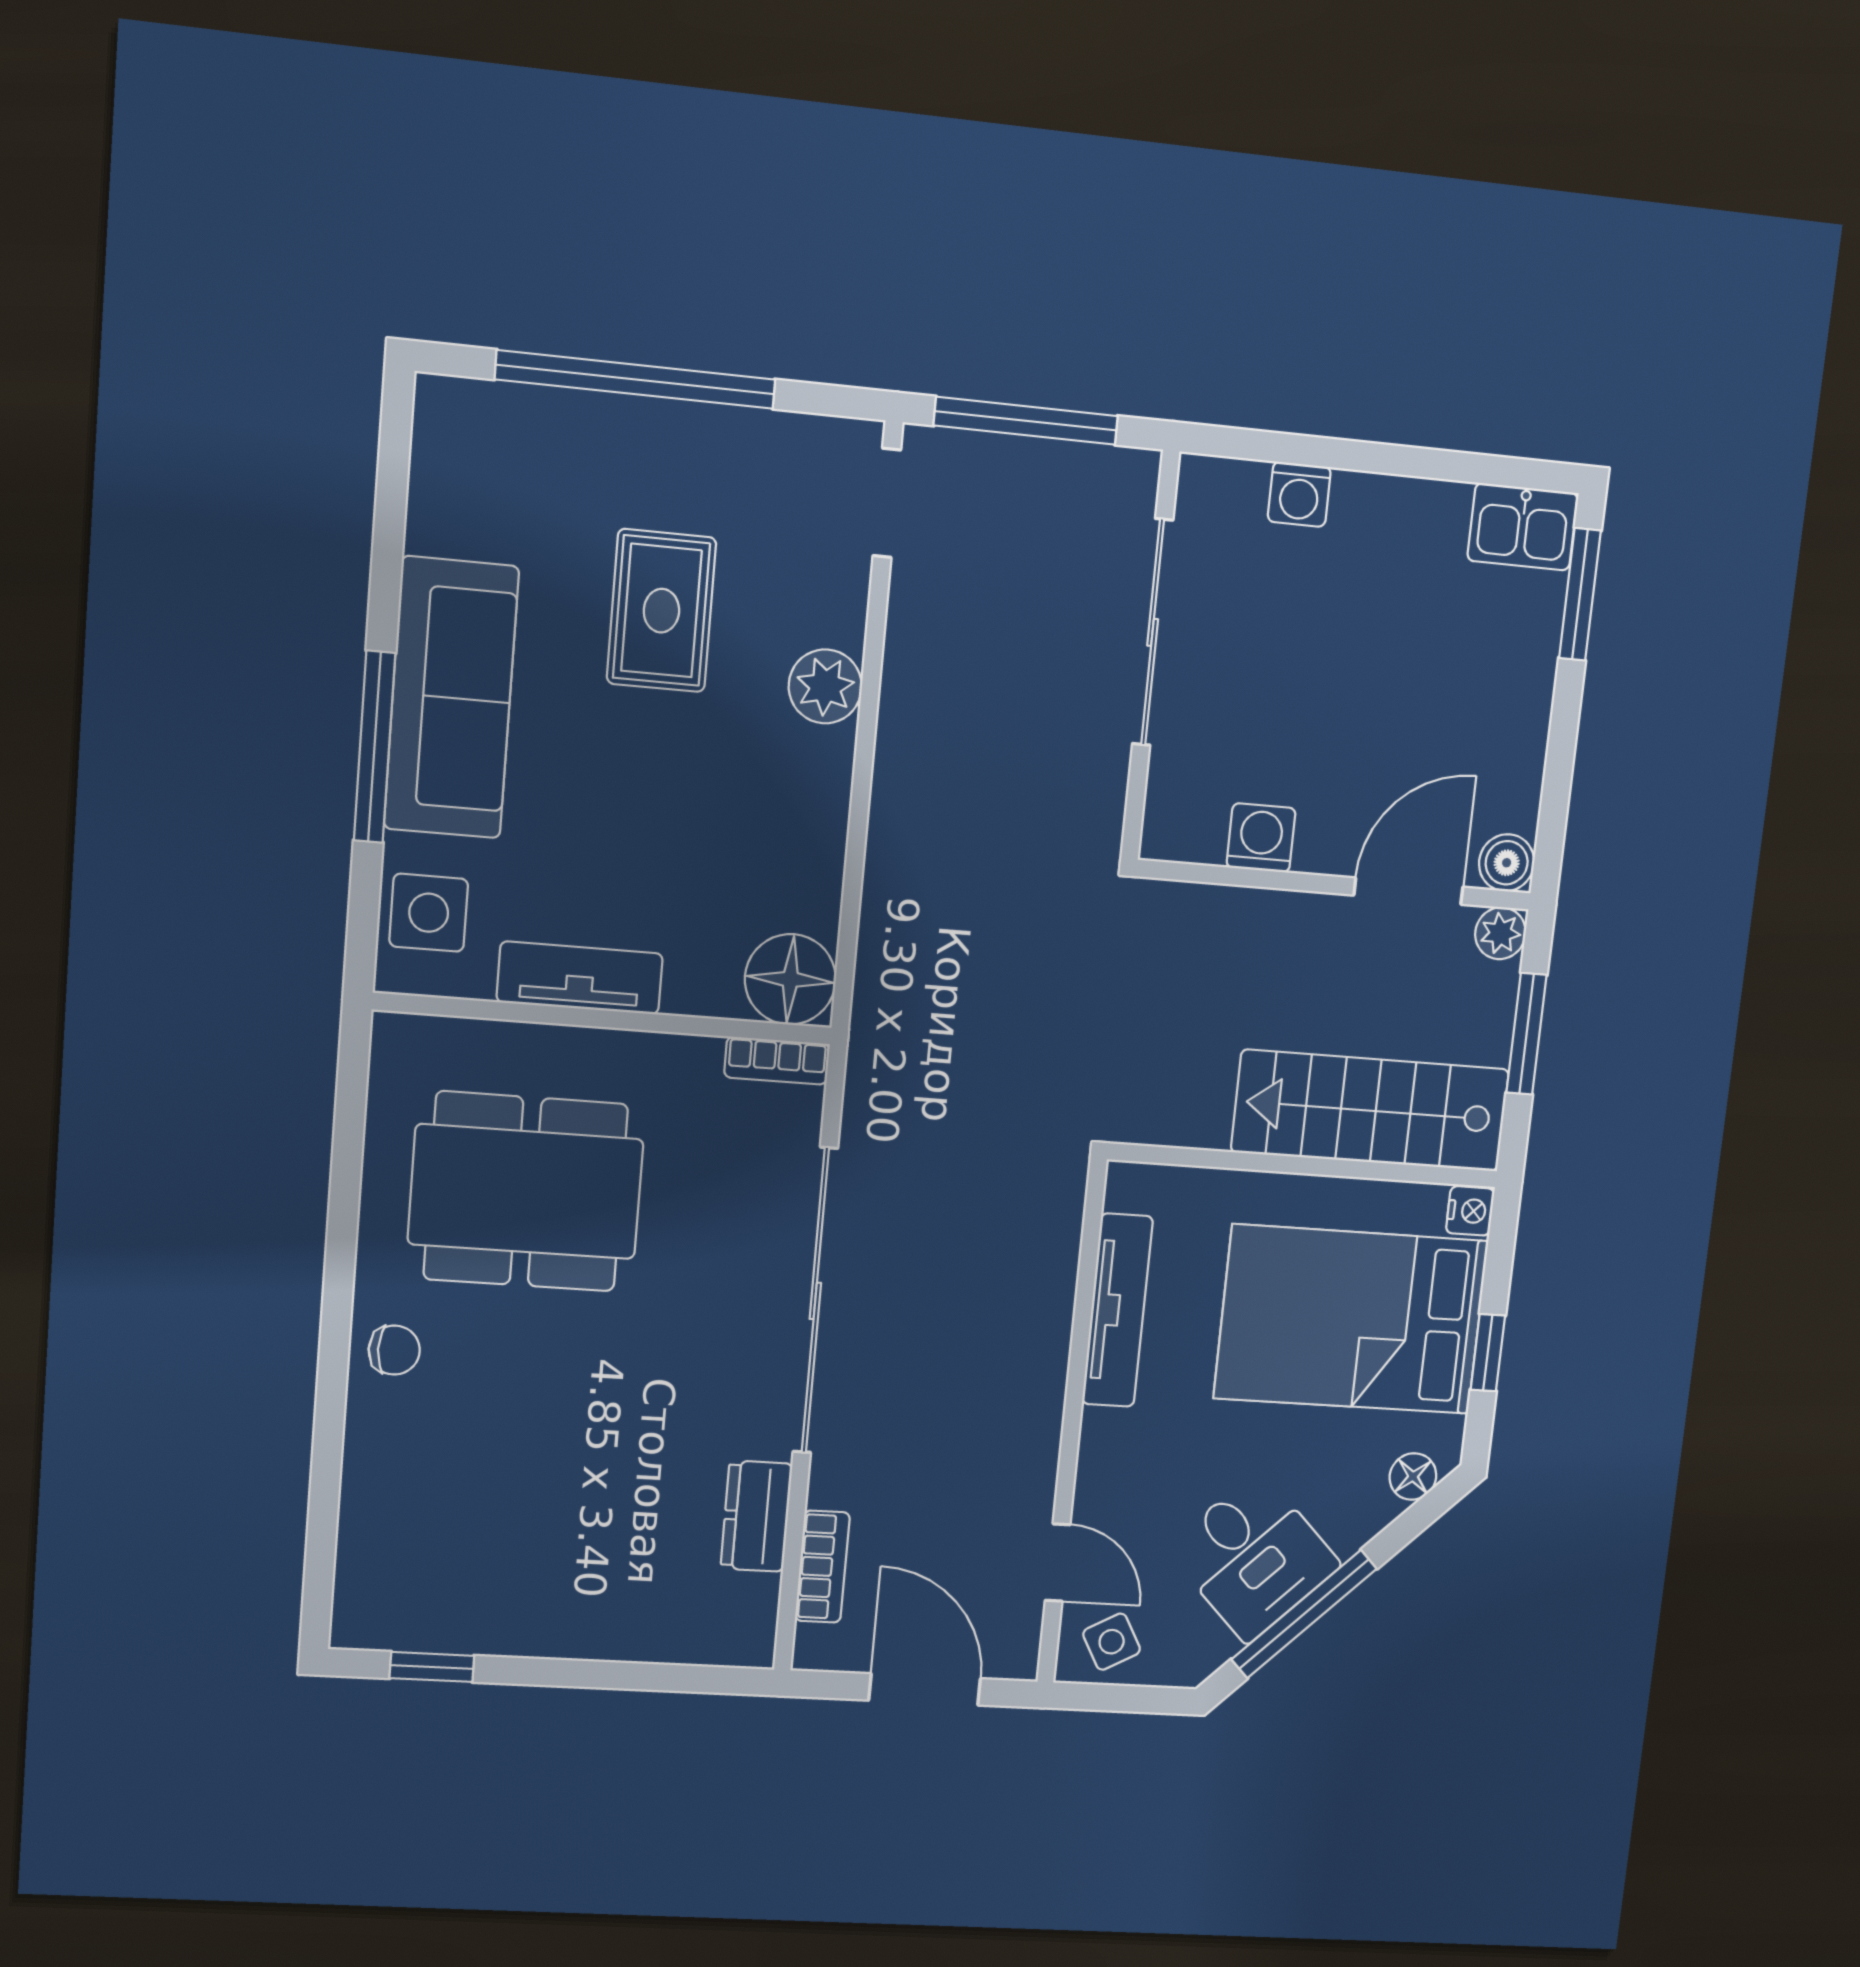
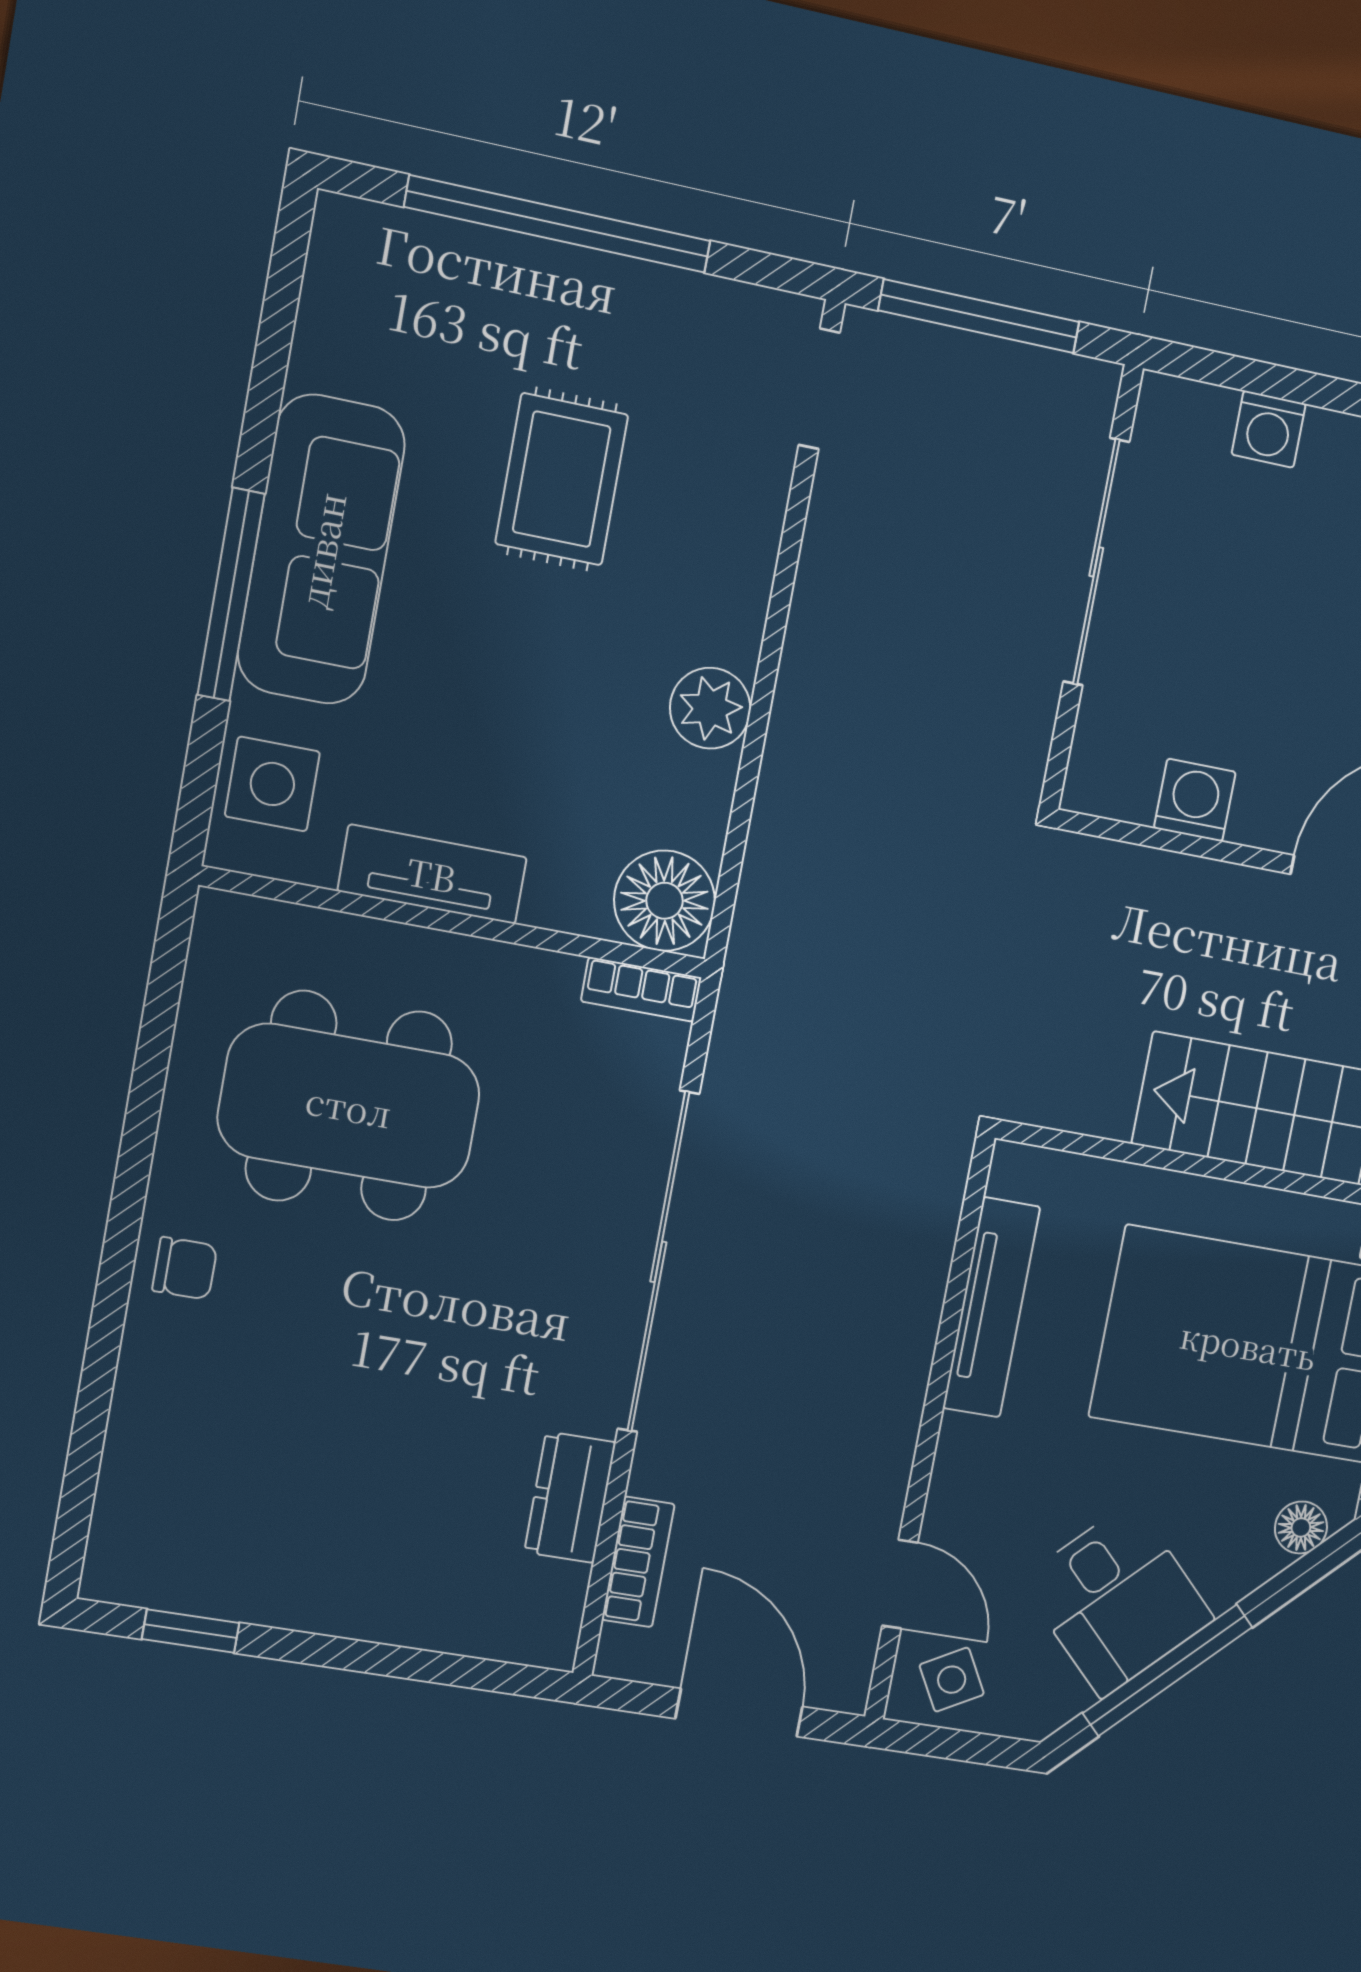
plant: (825, 686) -> (710, 708), moved

